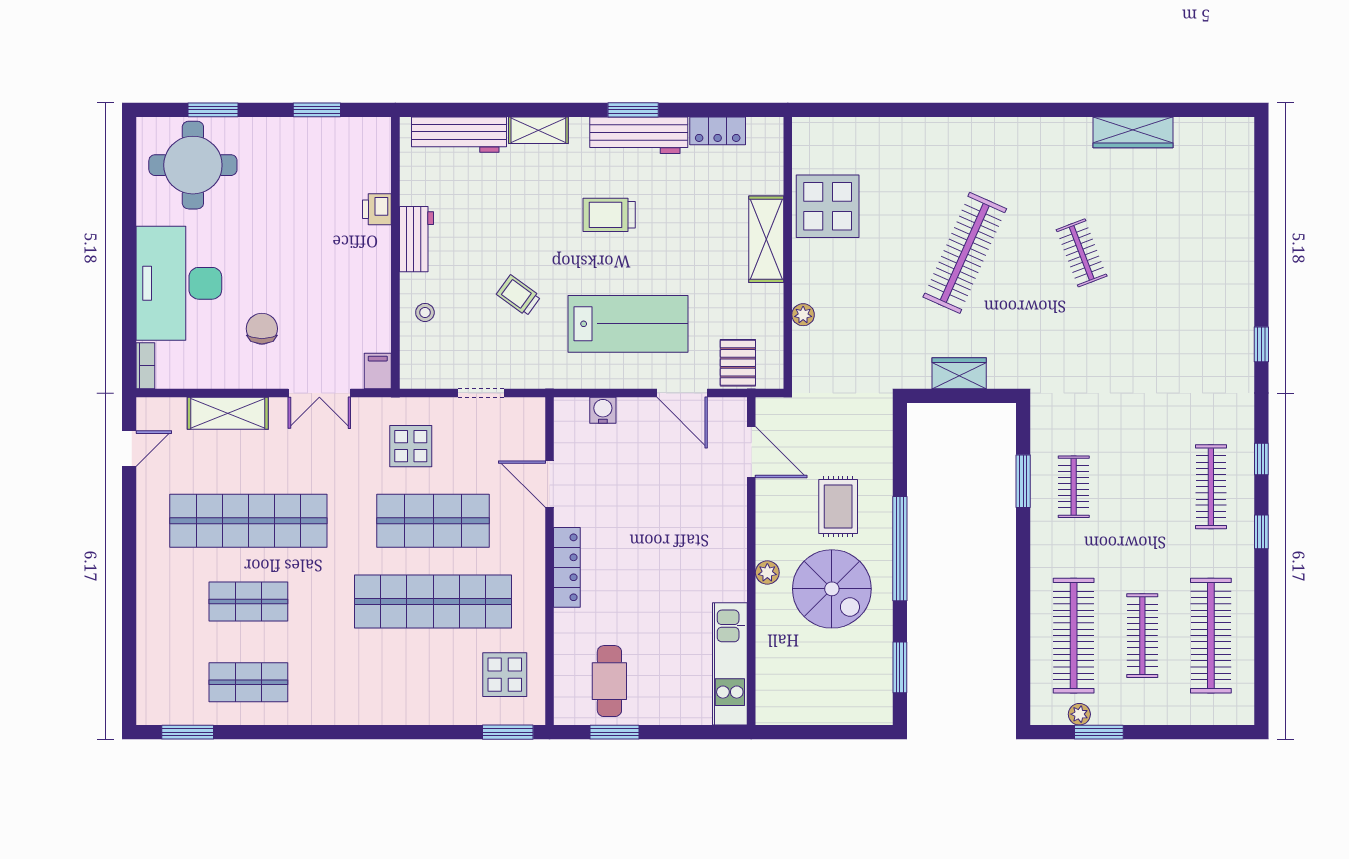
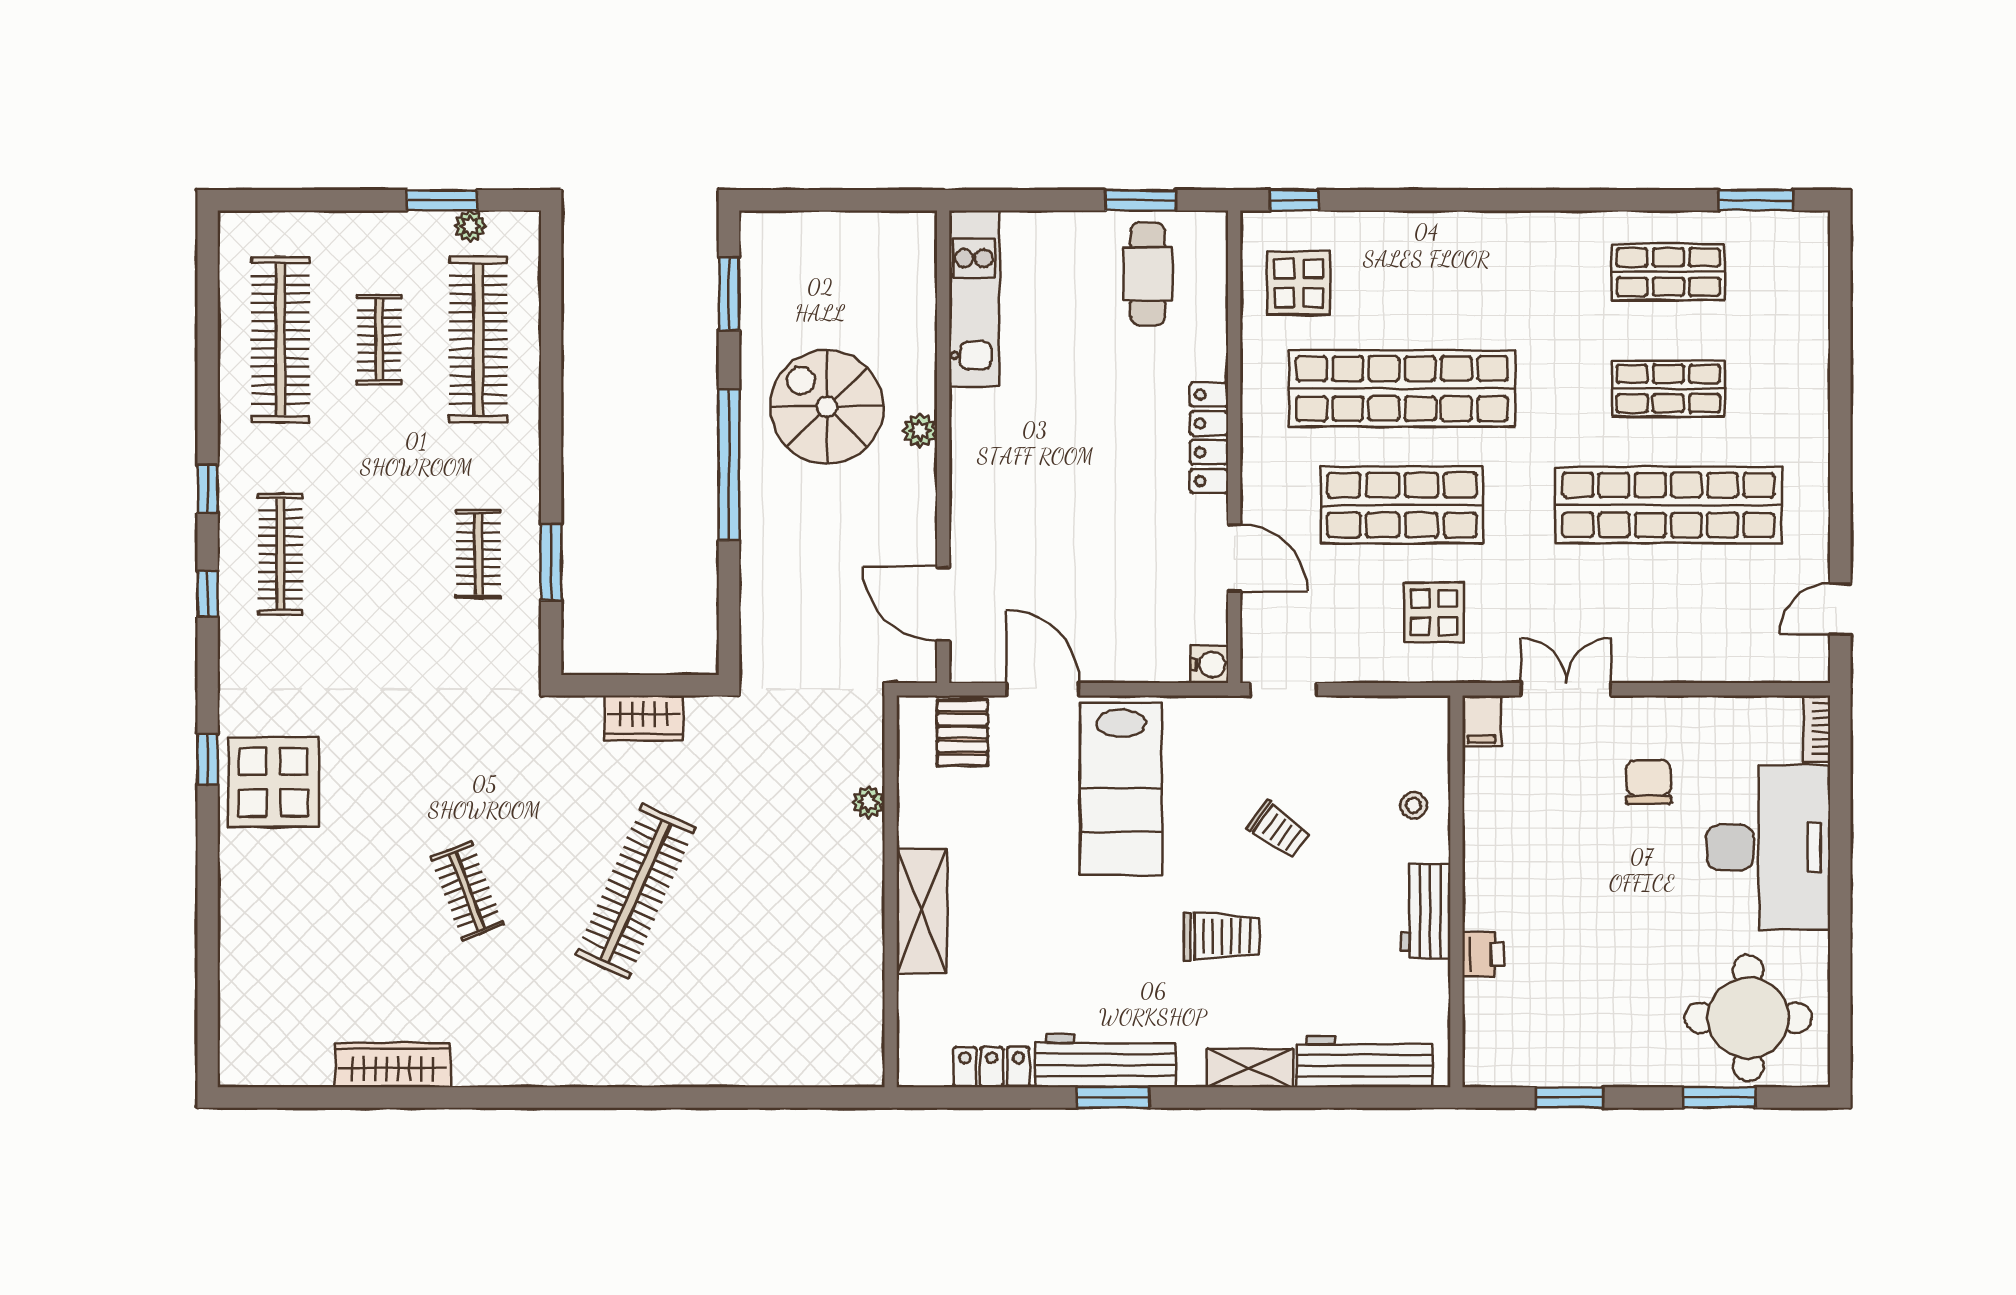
display table: (828, 206) -> (273, 782), moved
trolley: (609, 215) -> (1221, 936), moved
lab bench: (628, 324) -> (1121, 789), turned -90
chair: (262, 329) -> (1649, 782), turned 180
doorway: (481, 393) -> (1284, 689), moved
water cooler: (603, 410) -> (1209, 664), moved, turned -90
shelving: (228, 413) -> (1698, 660), removed
rug: (838, 507) -> (818, 525), removed
clothes rail: (1142, 636) -> (379, 339), width x0.73
window: (508, 732) -> (1294, 200), width x0.67

